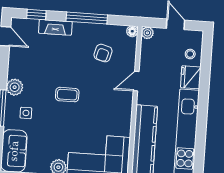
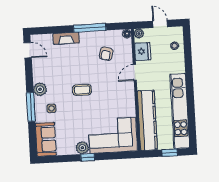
window: (36, 15) -> (50, 30), removed
fridge: (191, 77) -> (143, 52), moved, turned 180

